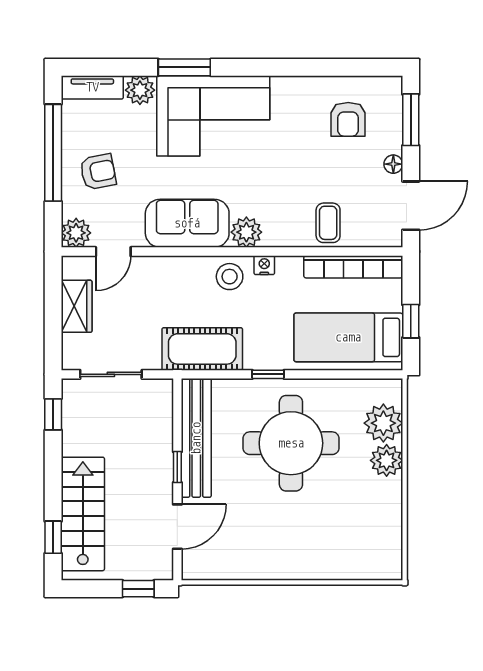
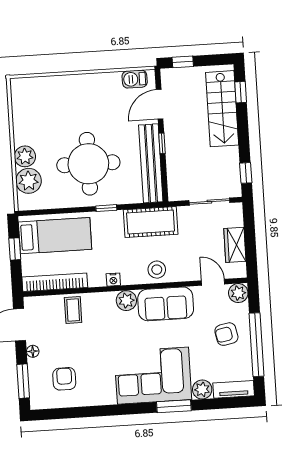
door: (113, 252) -> (213, 282), hinge flipped
stool: (230, 277) -> (157, 270), moved
barbecue: (213, 567) -> (135, 79), added

